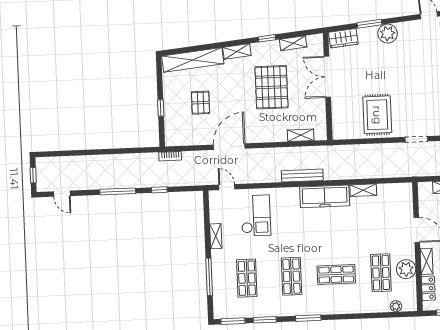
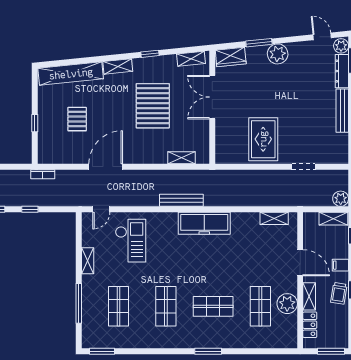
shelving: (293, 43) -> (191, 59), moved
door: (227, 187) -> (101, 209), swing flipped
shelving: (363, 190) -> (274, 218), moved
plant: (396, 306) -> (275, 342), removed
window: (308, 318) -> (208, 351), moved
window: (265, 320) -> (136, 351), removed

